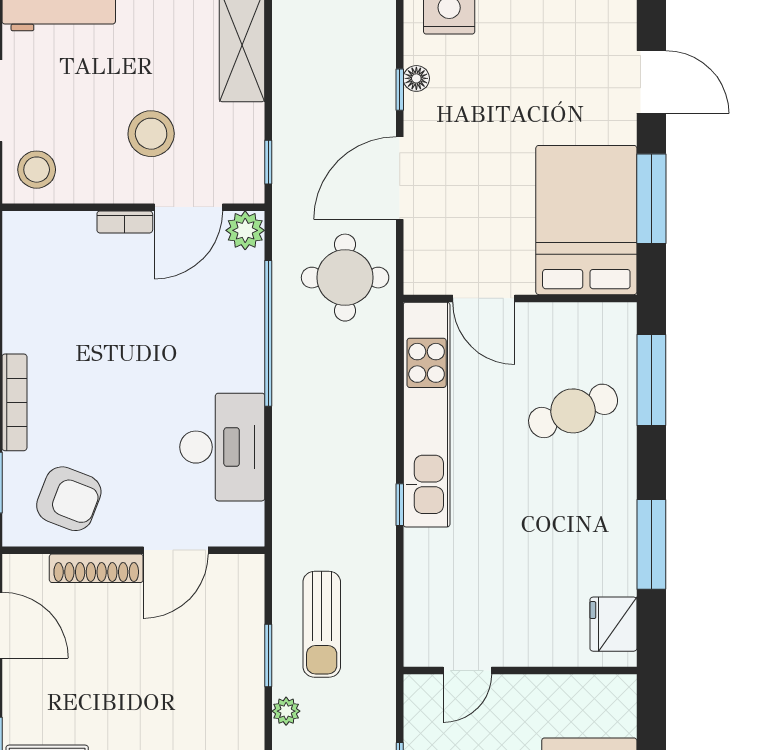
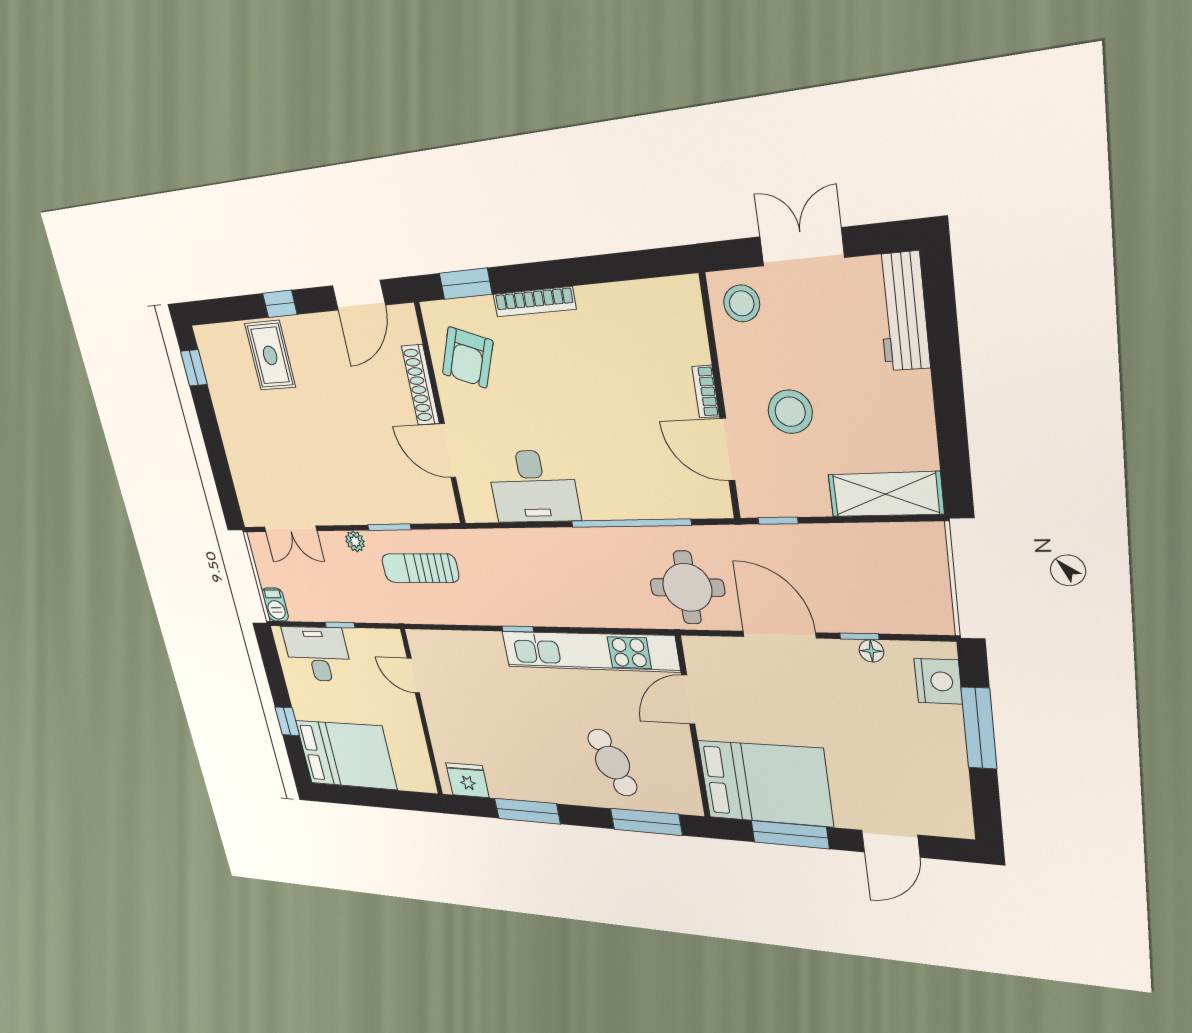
plant: (245, 230) -> (714, 501), removed

